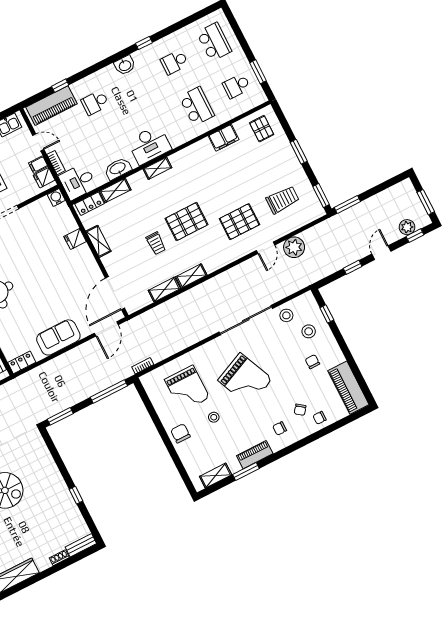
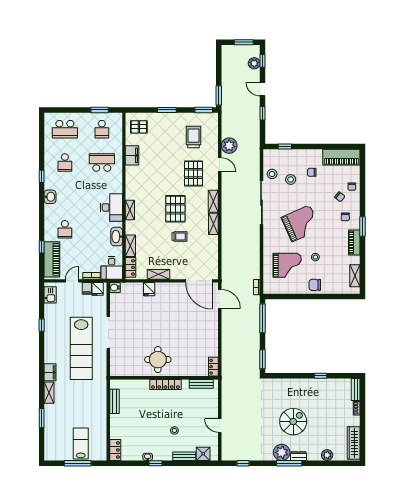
school desk: (214, 42) -> (65, 129), turned 180
shelving: (164, 290) -> (213, 201), moved
stool: (309, 331) -> (291, 179), moved
sofa: (58, 337) -> (209, 334), removed
window: (246, 471) -> (363, 226), moved

